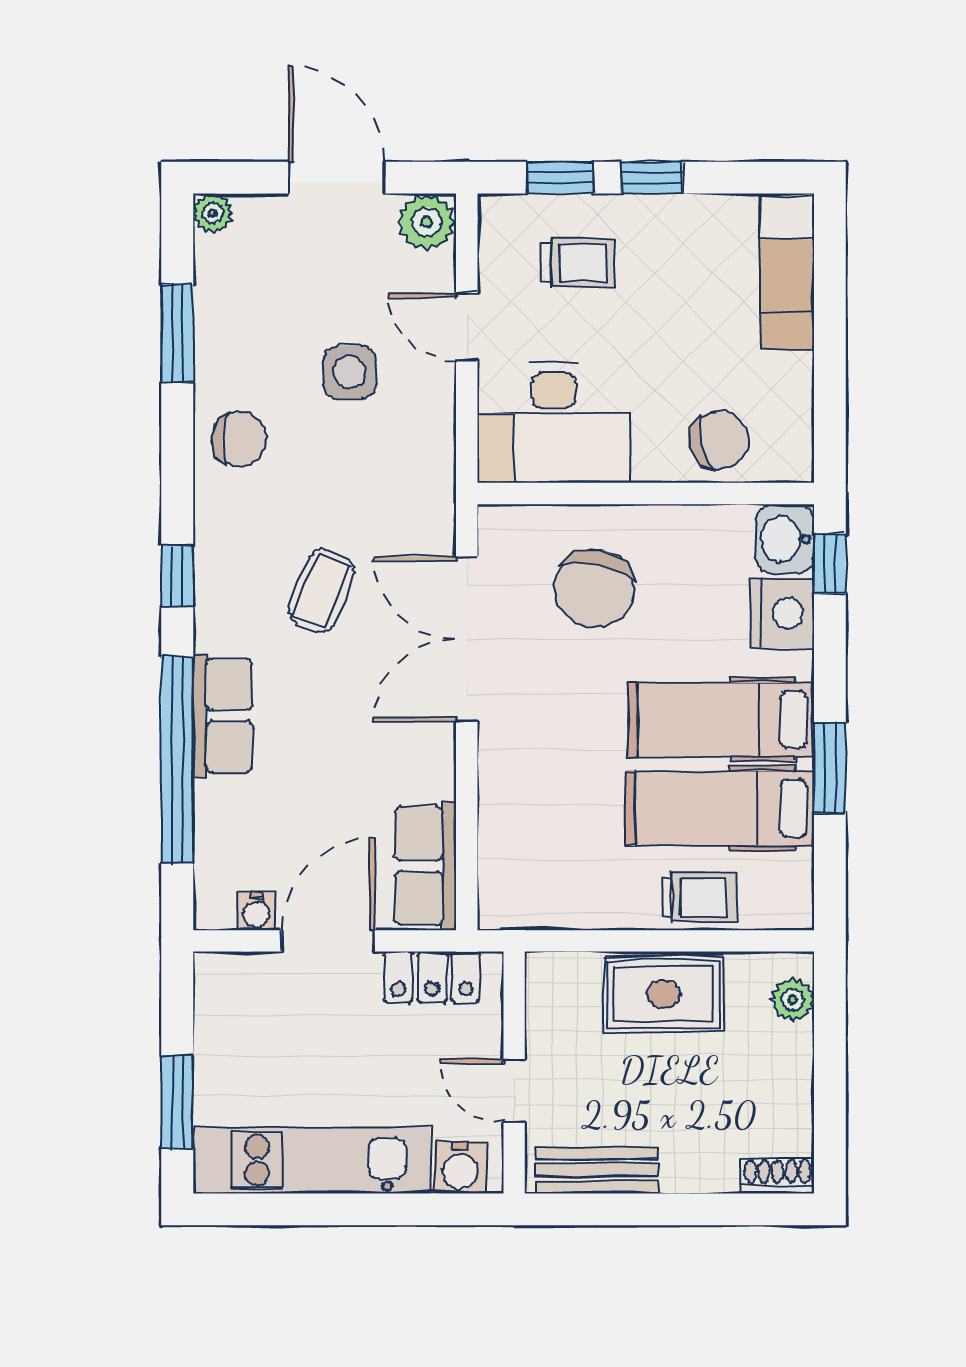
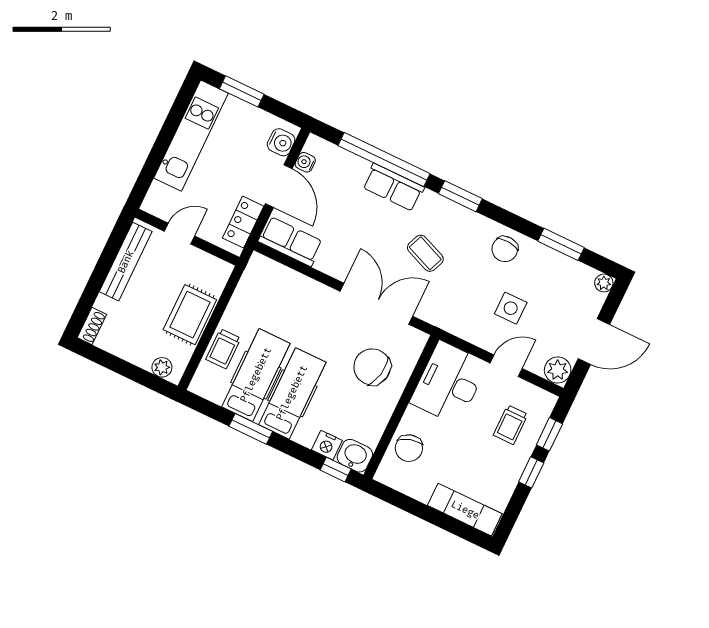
window: (177, 576) -> (460, 196), width x1.50
nightstand: (782, 613) -> (327, 445), width x0.74, depth x0.75
water cooler: (460, 1167) -> (281, 142), moved, turned 180
bench: (597, 1170) -> (126, 262), width x1.36

